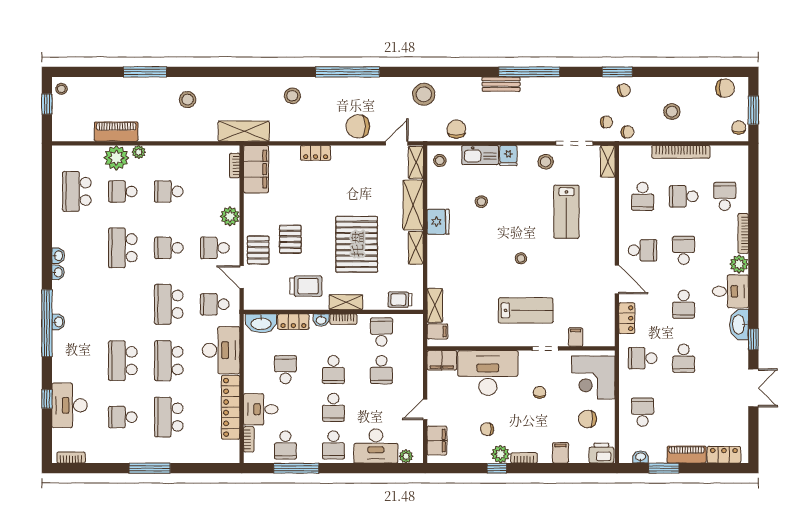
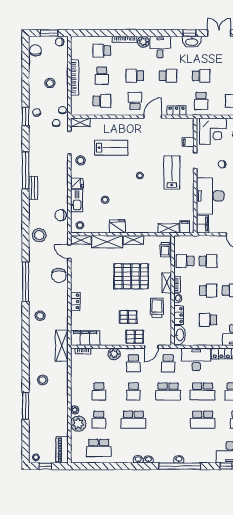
piano: (116, 132) -> (62, 450), moved
washbasin: (739, 325) -> (192, 42), moved

